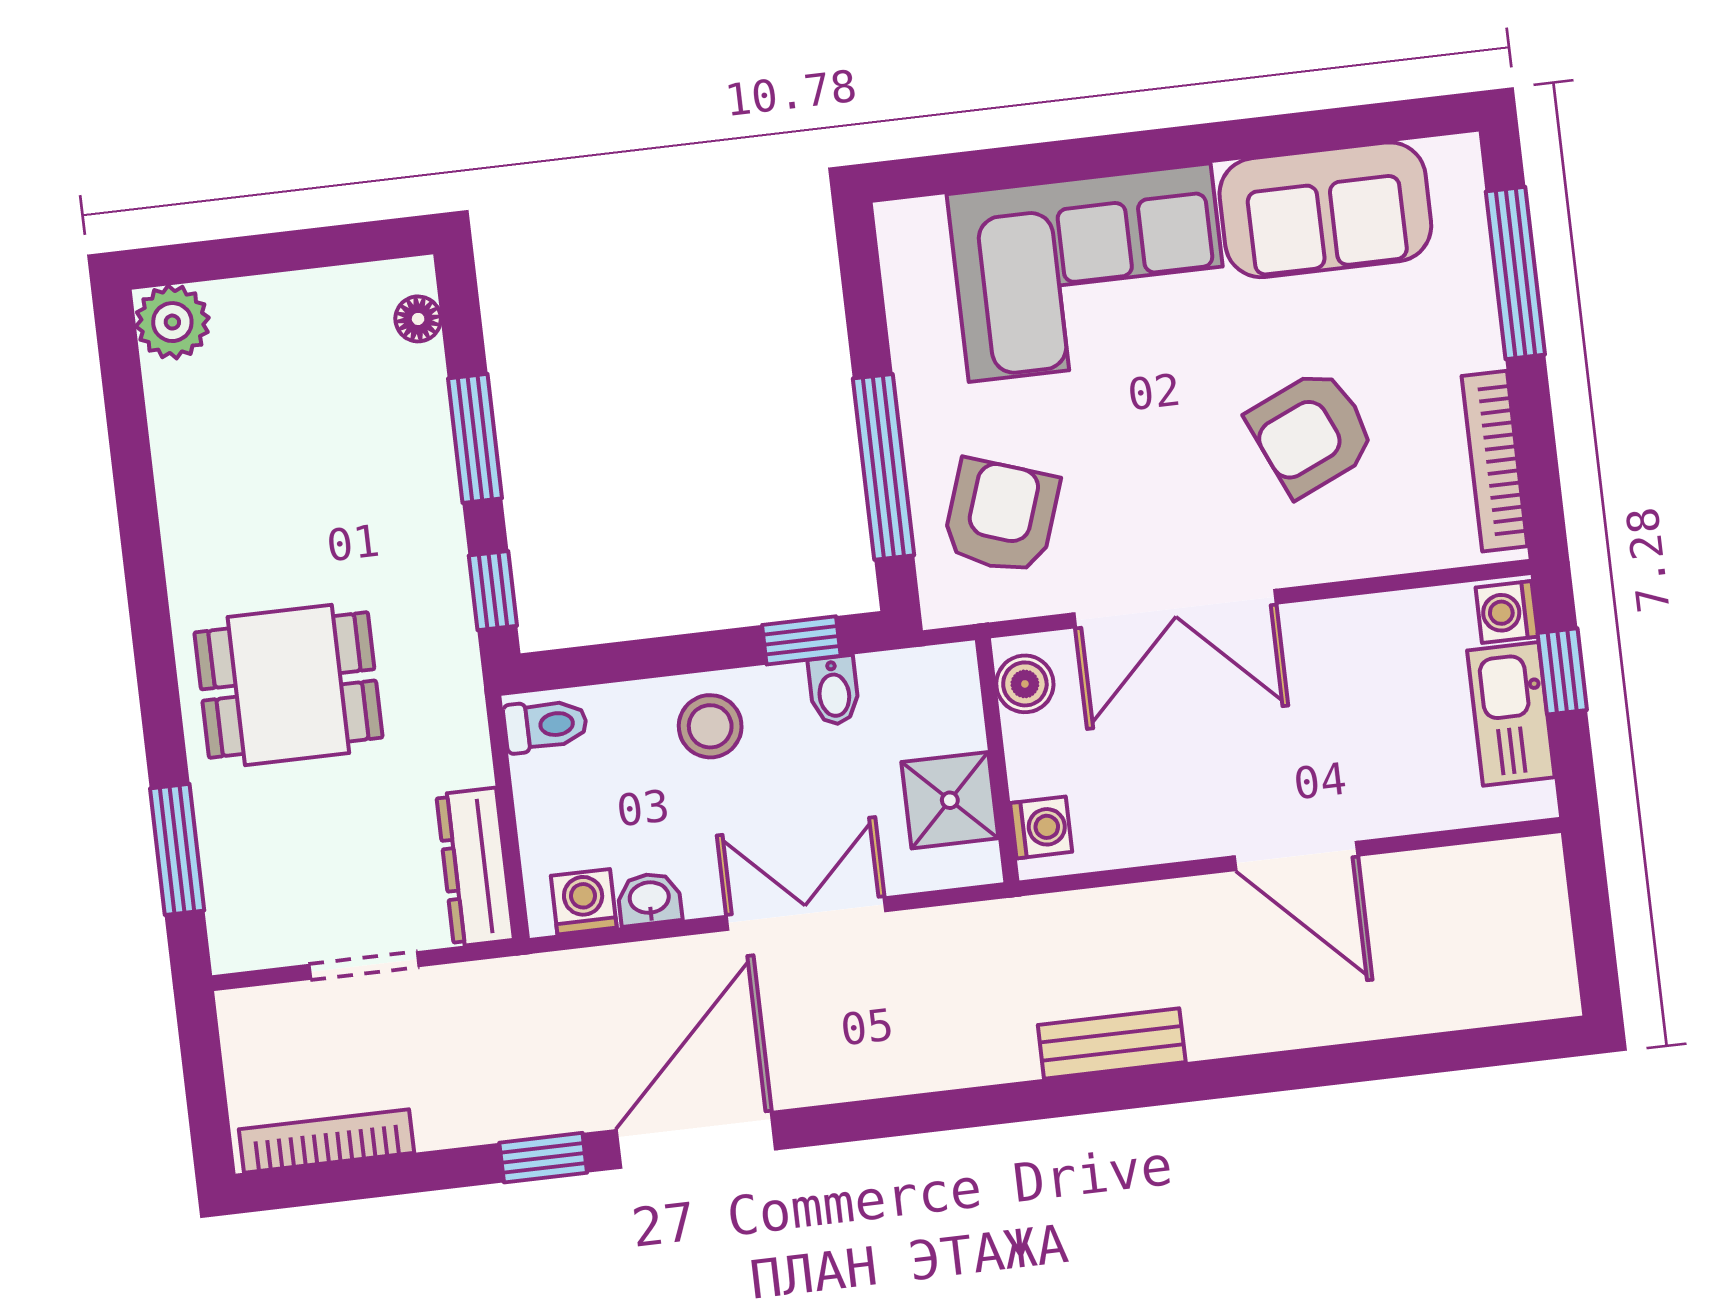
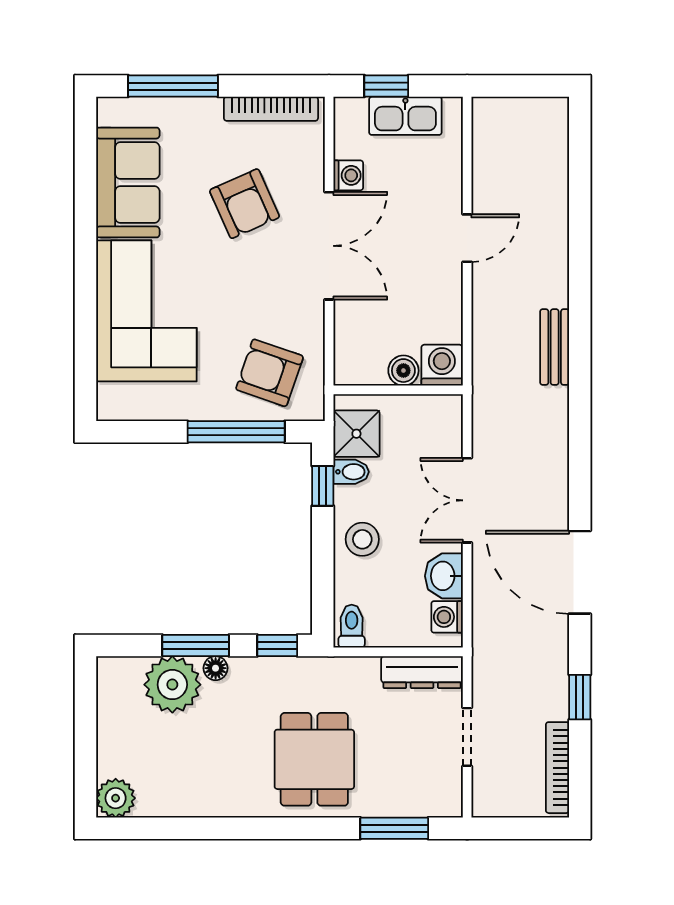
floor lamp: (418, 319) -> (216, 668), moved
plant: (397, 403) -> (172, 685), added
double door: (1175, 609) -> (329, 246), moved
washing machine: (1507, 612) -> (348, 175), moved, turned -90
boiler: (1025, 684) -> (403, 371), moved
shower: (950, 800) -> (356, 434), moved
washing machine: (1041, 827) -> (442, 365), width x1.38, depth x1.38
door: (1296, 856) -> (467, 238), width x0.73
washbasin: (649, 899) -> (444, 576), width x1.38, depth x1.45
window: (543, 1158) -> (580, 697), moved

